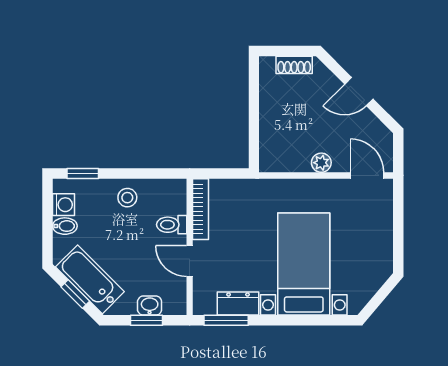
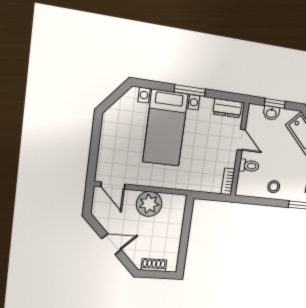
plant: (321, 163) -> (149, 204), width x1.88, depth x1.88
bookcase: (201, 209) -> (228, 181), width x0.64
dresser: (238, 304) -> (228, 108), moved
window: (226, 320) -> (190, 91), moved

